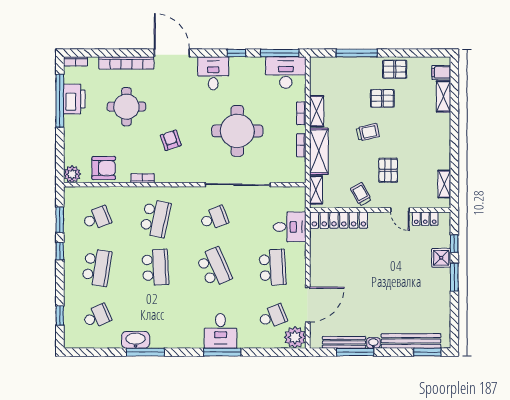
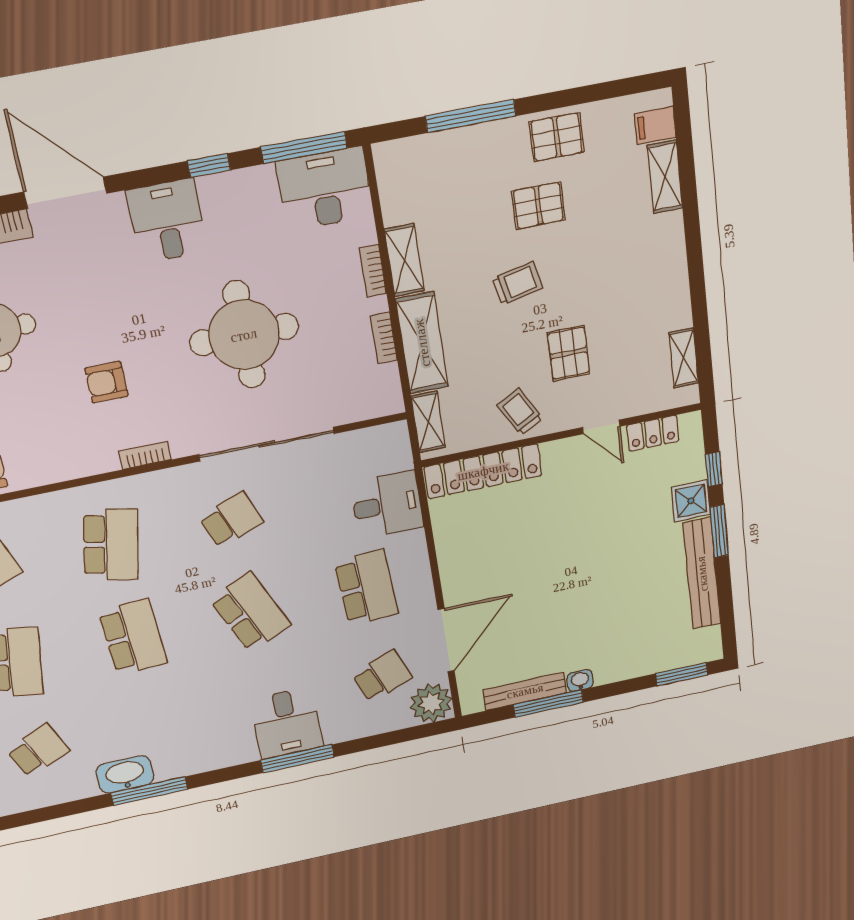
armchair: (171, 140) -> (107, 382), turned -71
bookcase: (142, 178) -> (145, 455), moved
bench: (411, 341) -> (702, 574), moved, turned 90

